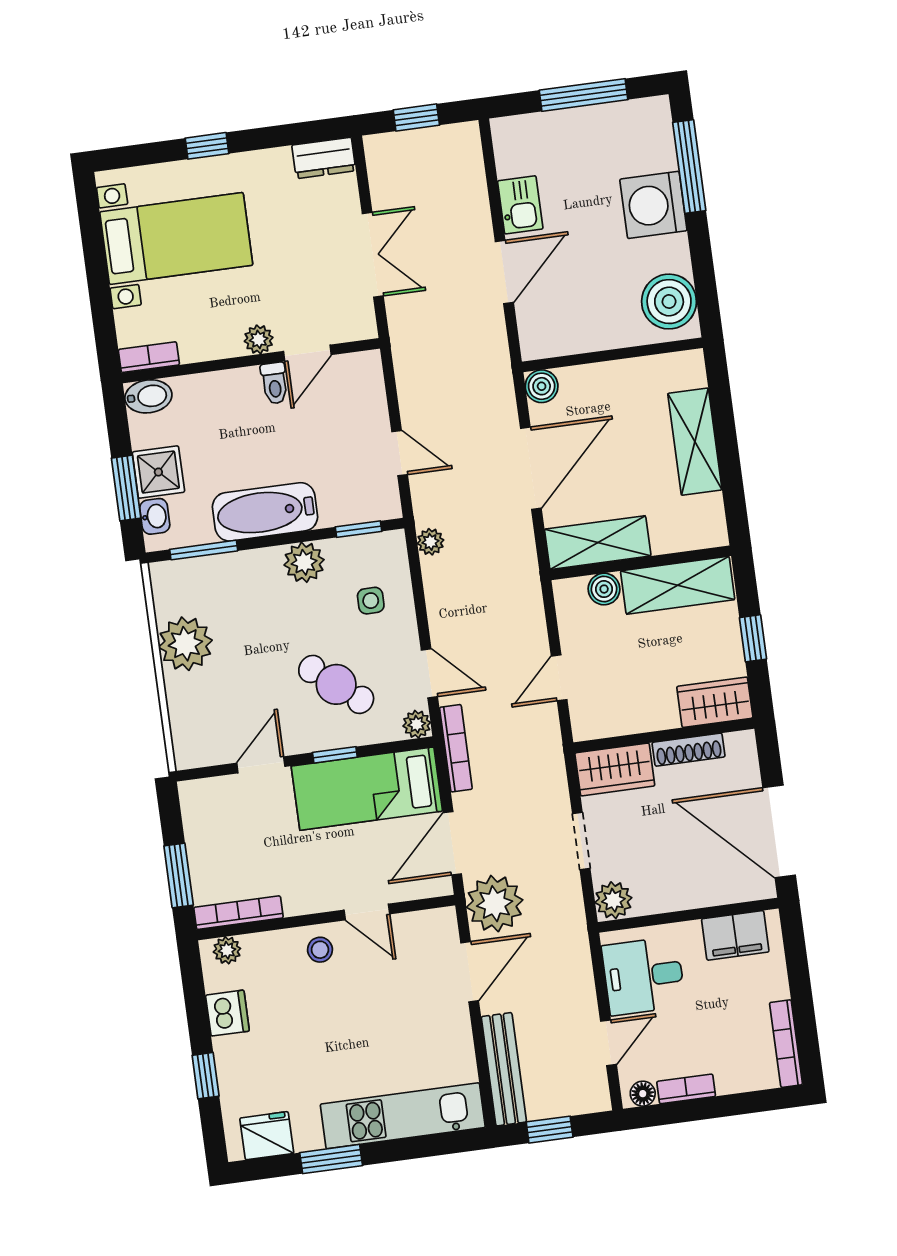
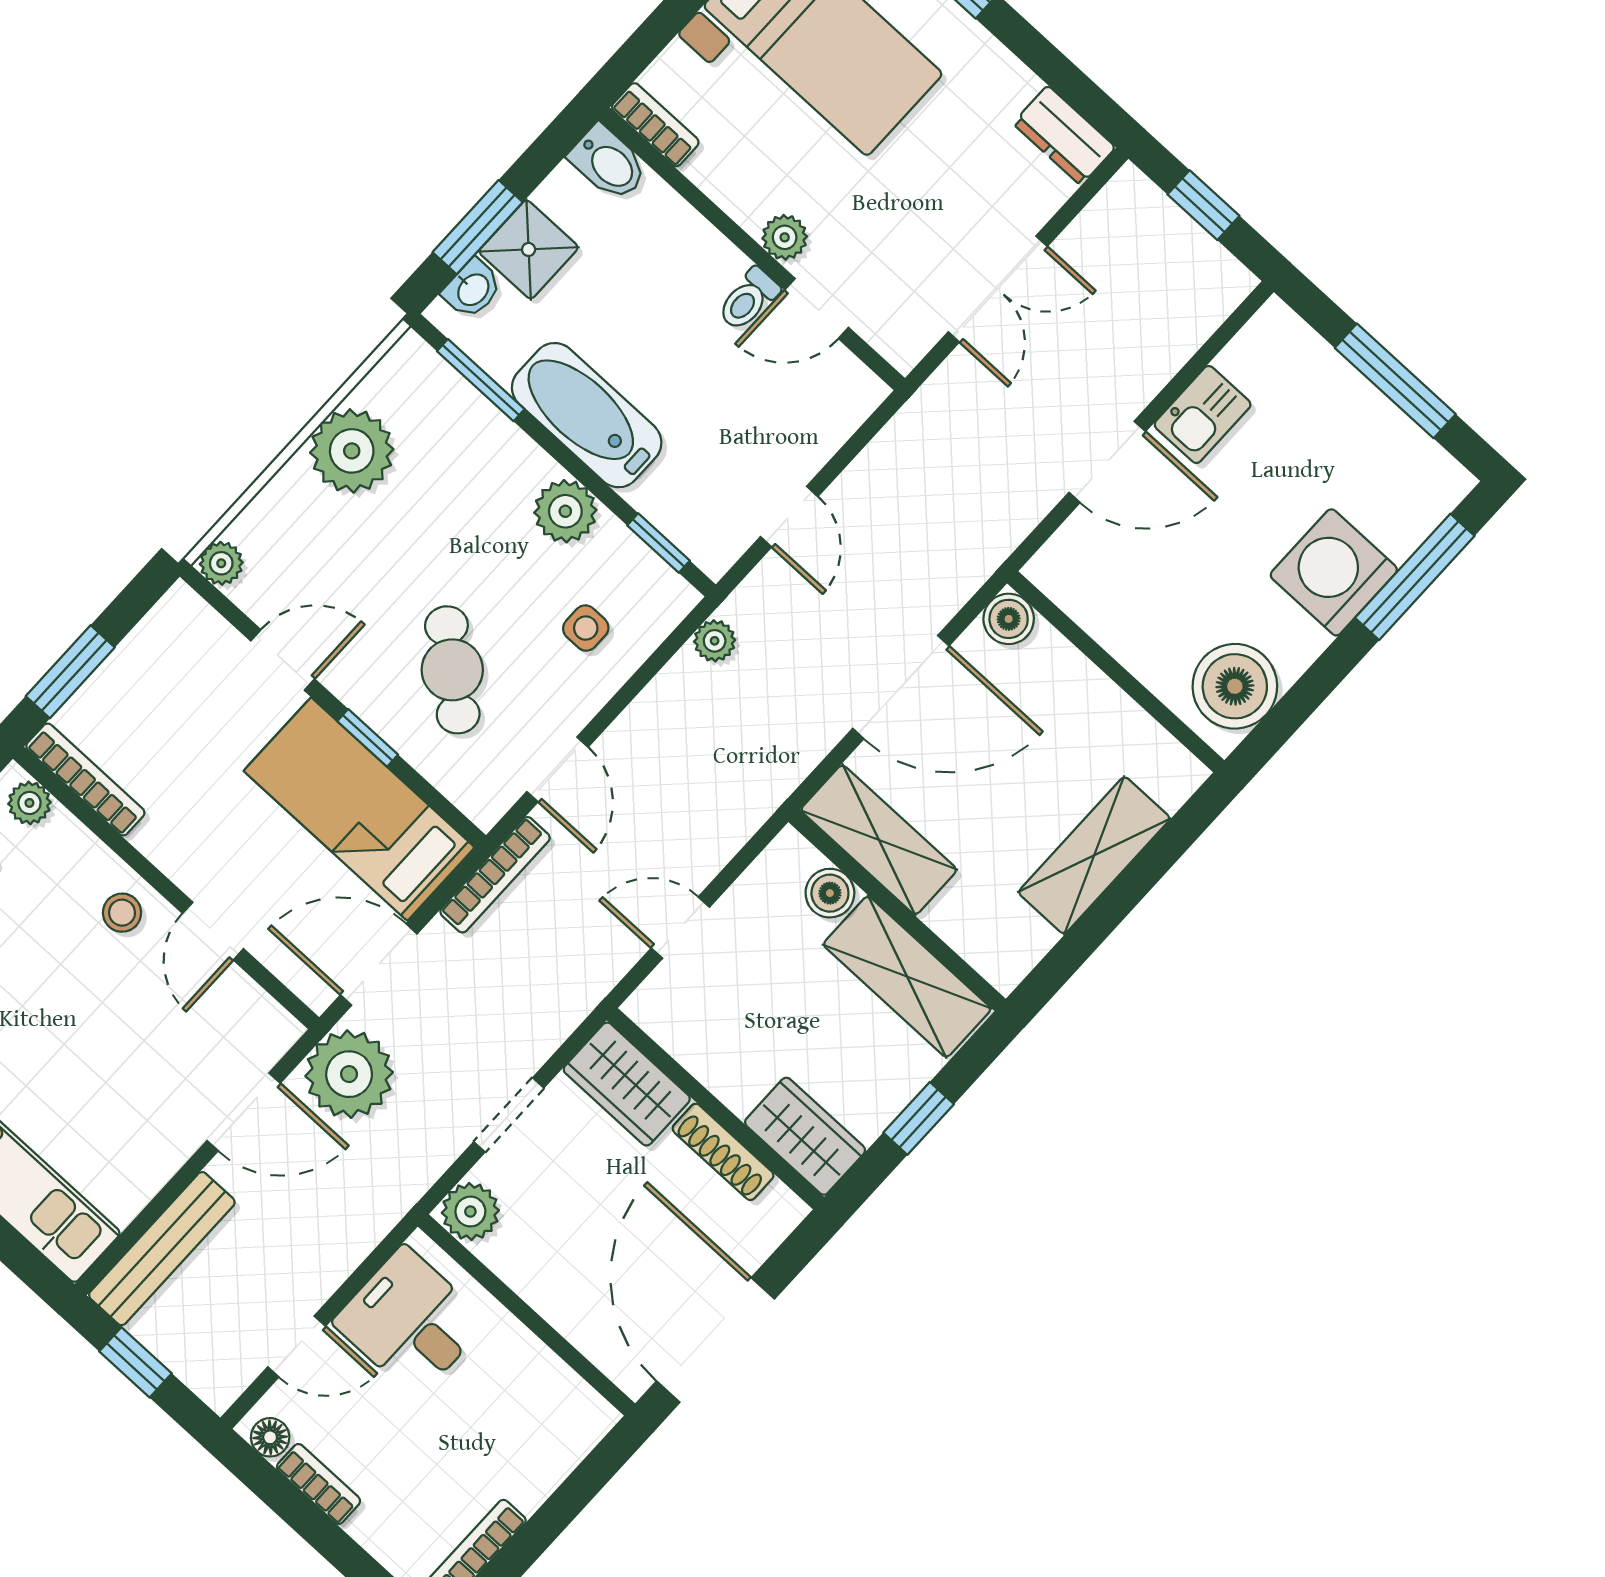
plant: (417, 724) -> (221, 563), moved
filing cabinet: (735, 935) -> (549, 1391), removed

